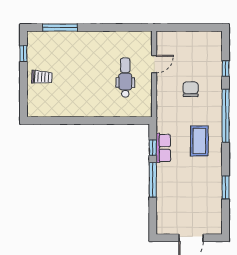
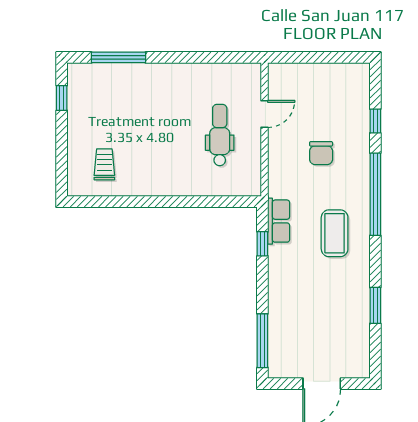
trolley: (42, 77) -> (104, 164), moved, turned -93
chair: (191, 89) -> (321, 153), turned 180
row of seats: (163, 148) -> (279, 221), moved
window: (153, 180) -> (262, 341), moved

